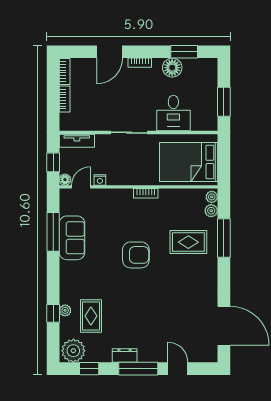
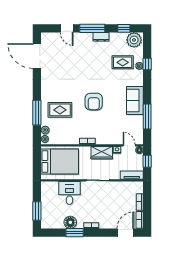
door: (109, 52) -> (126, 233), moved
window: (184, 52) -> (75, 233), moved
window: (224, 102) -> (37, 211), moved
wardrobe: (123, 176) -> (102, 153), added
door: (81, 187) -> (129, 145), swing flipped
sofa: (72, 238) -> (135, 101), moved
armchair: (136, 255) -> (94, 102), turned -90
rug: (91, 316) -> (123, 62), turned 90

